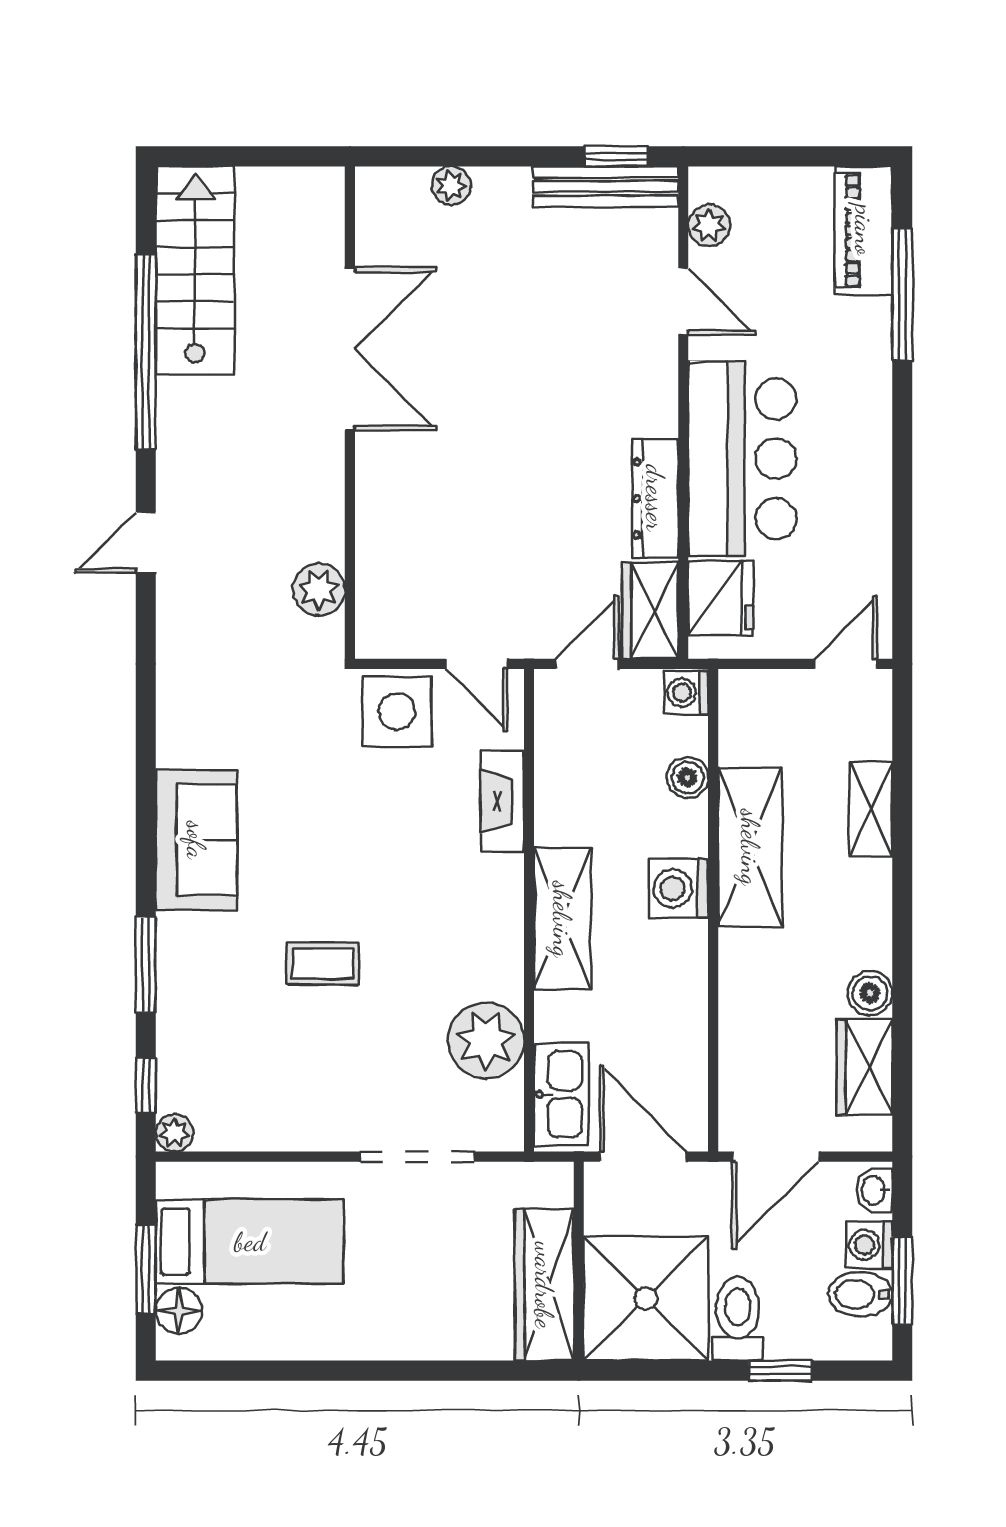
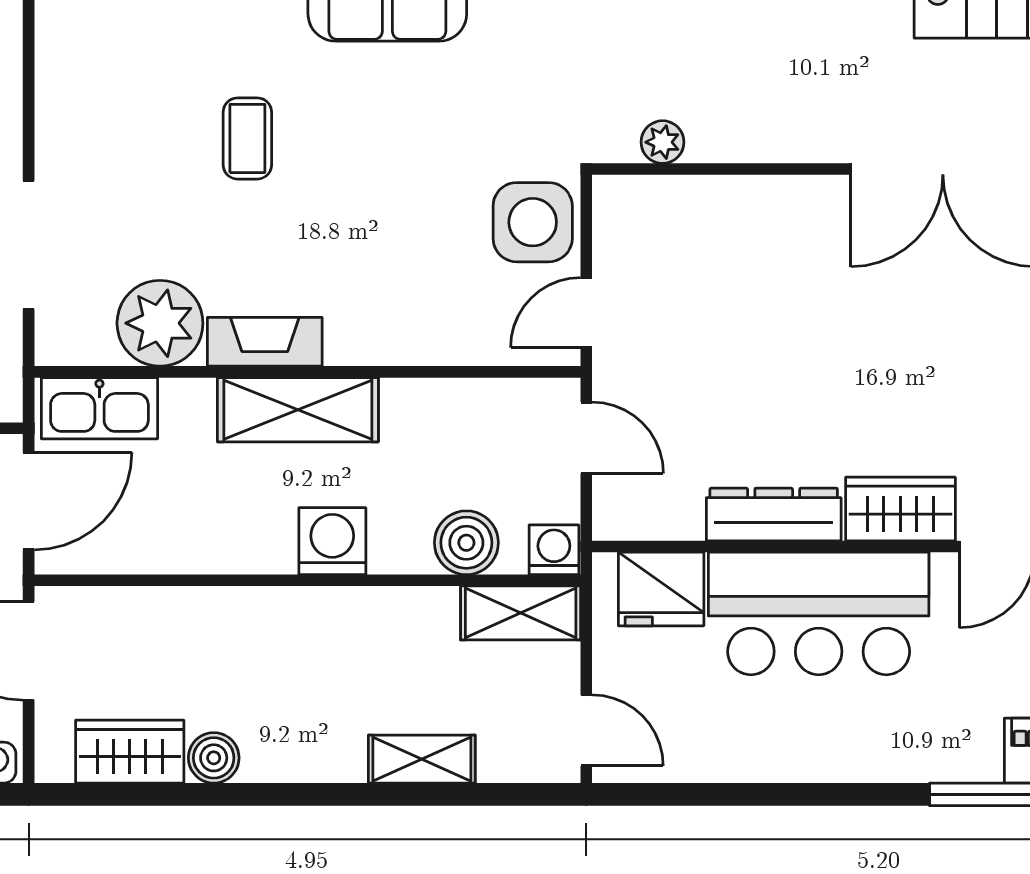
plant: (319, 590) -> (662, 142), width x0.73, depth x0.73
wardrobe: (650, 610) -> (900, 509), moved
boiler: (687, 777) -> (466, 543), width x1.36, depth x1.36
fireplace: (502, 801) -> (265, 342), moved
shelving: (750, 847) -> (521, 613), moved, width x0.67, depth x0.75

